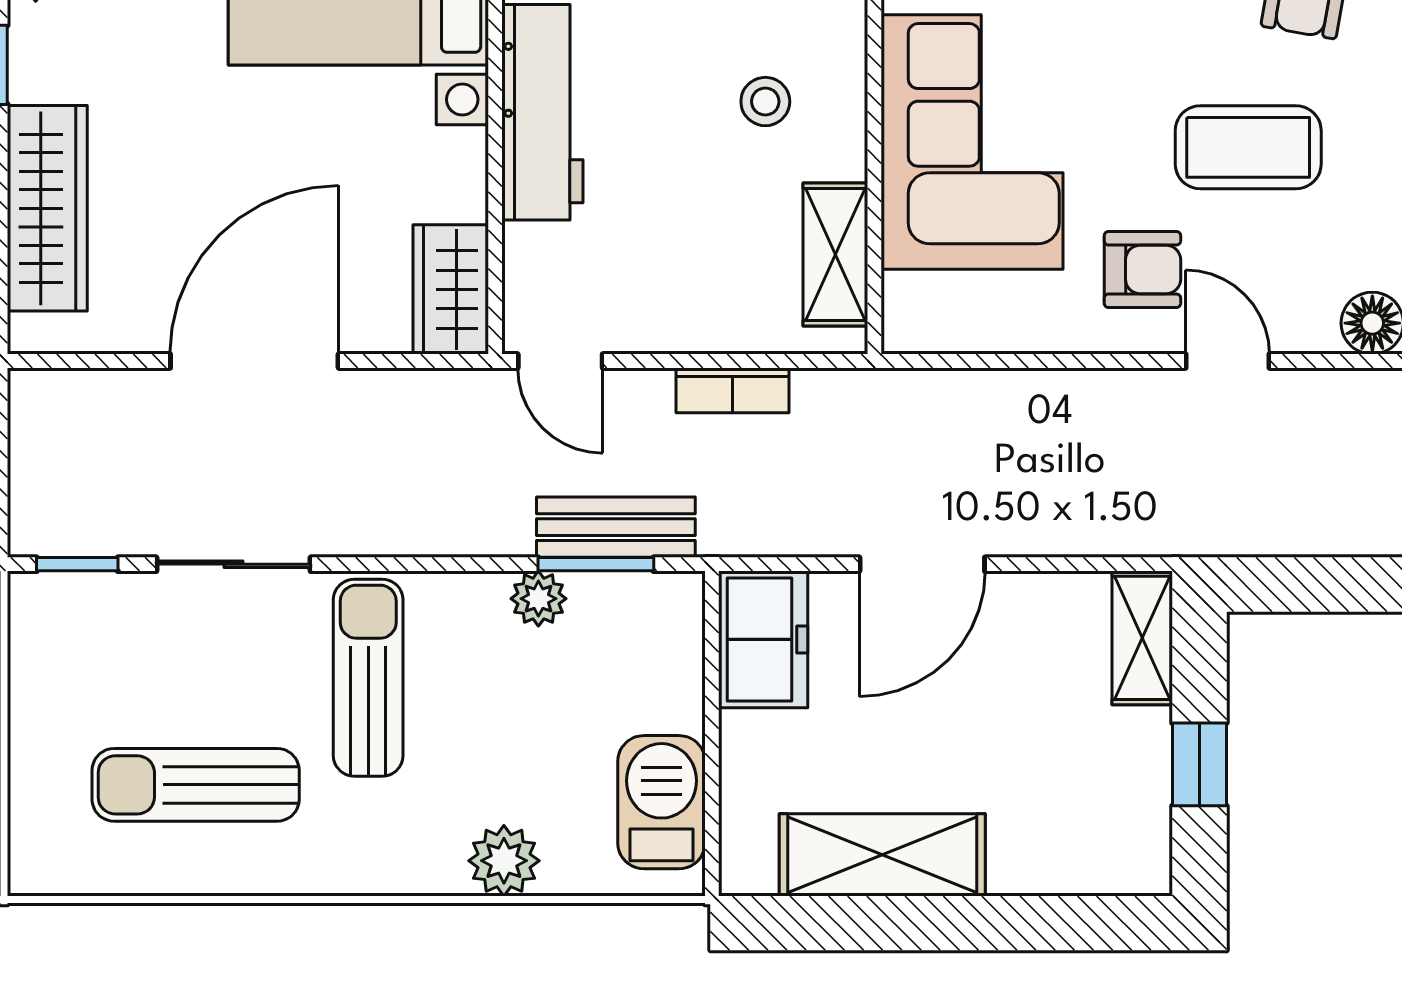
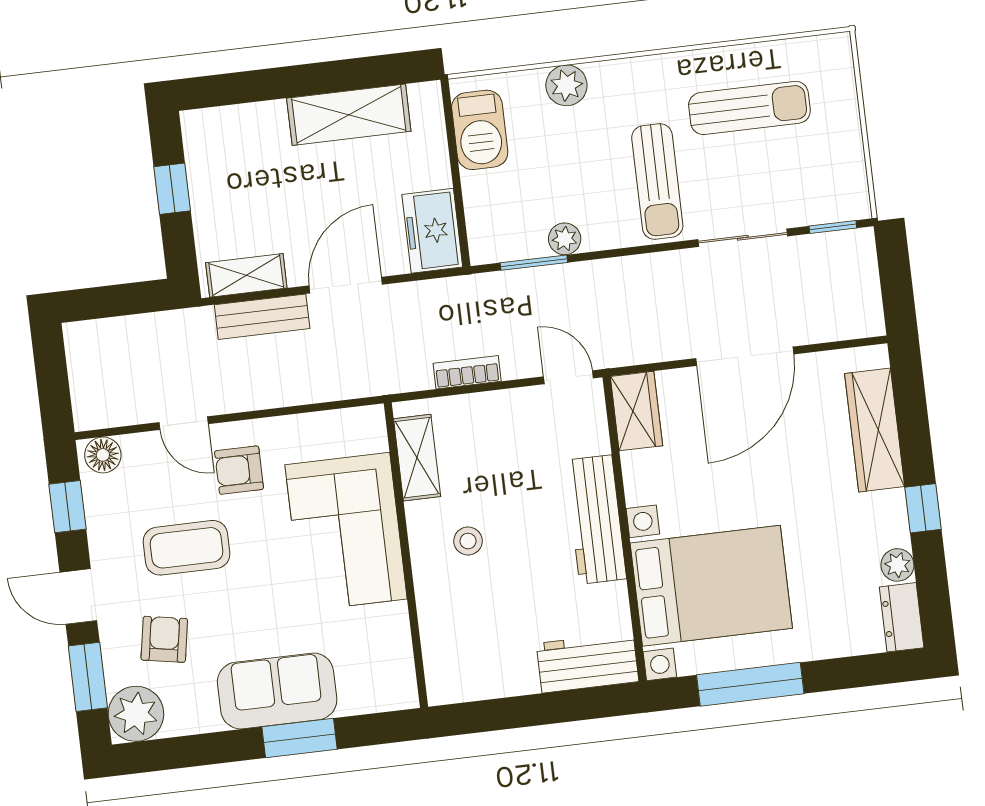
bench: (616, 527) -> (262, 317), moved
shelving: (1142, 638) -> (246, 275), moved, turned 90

